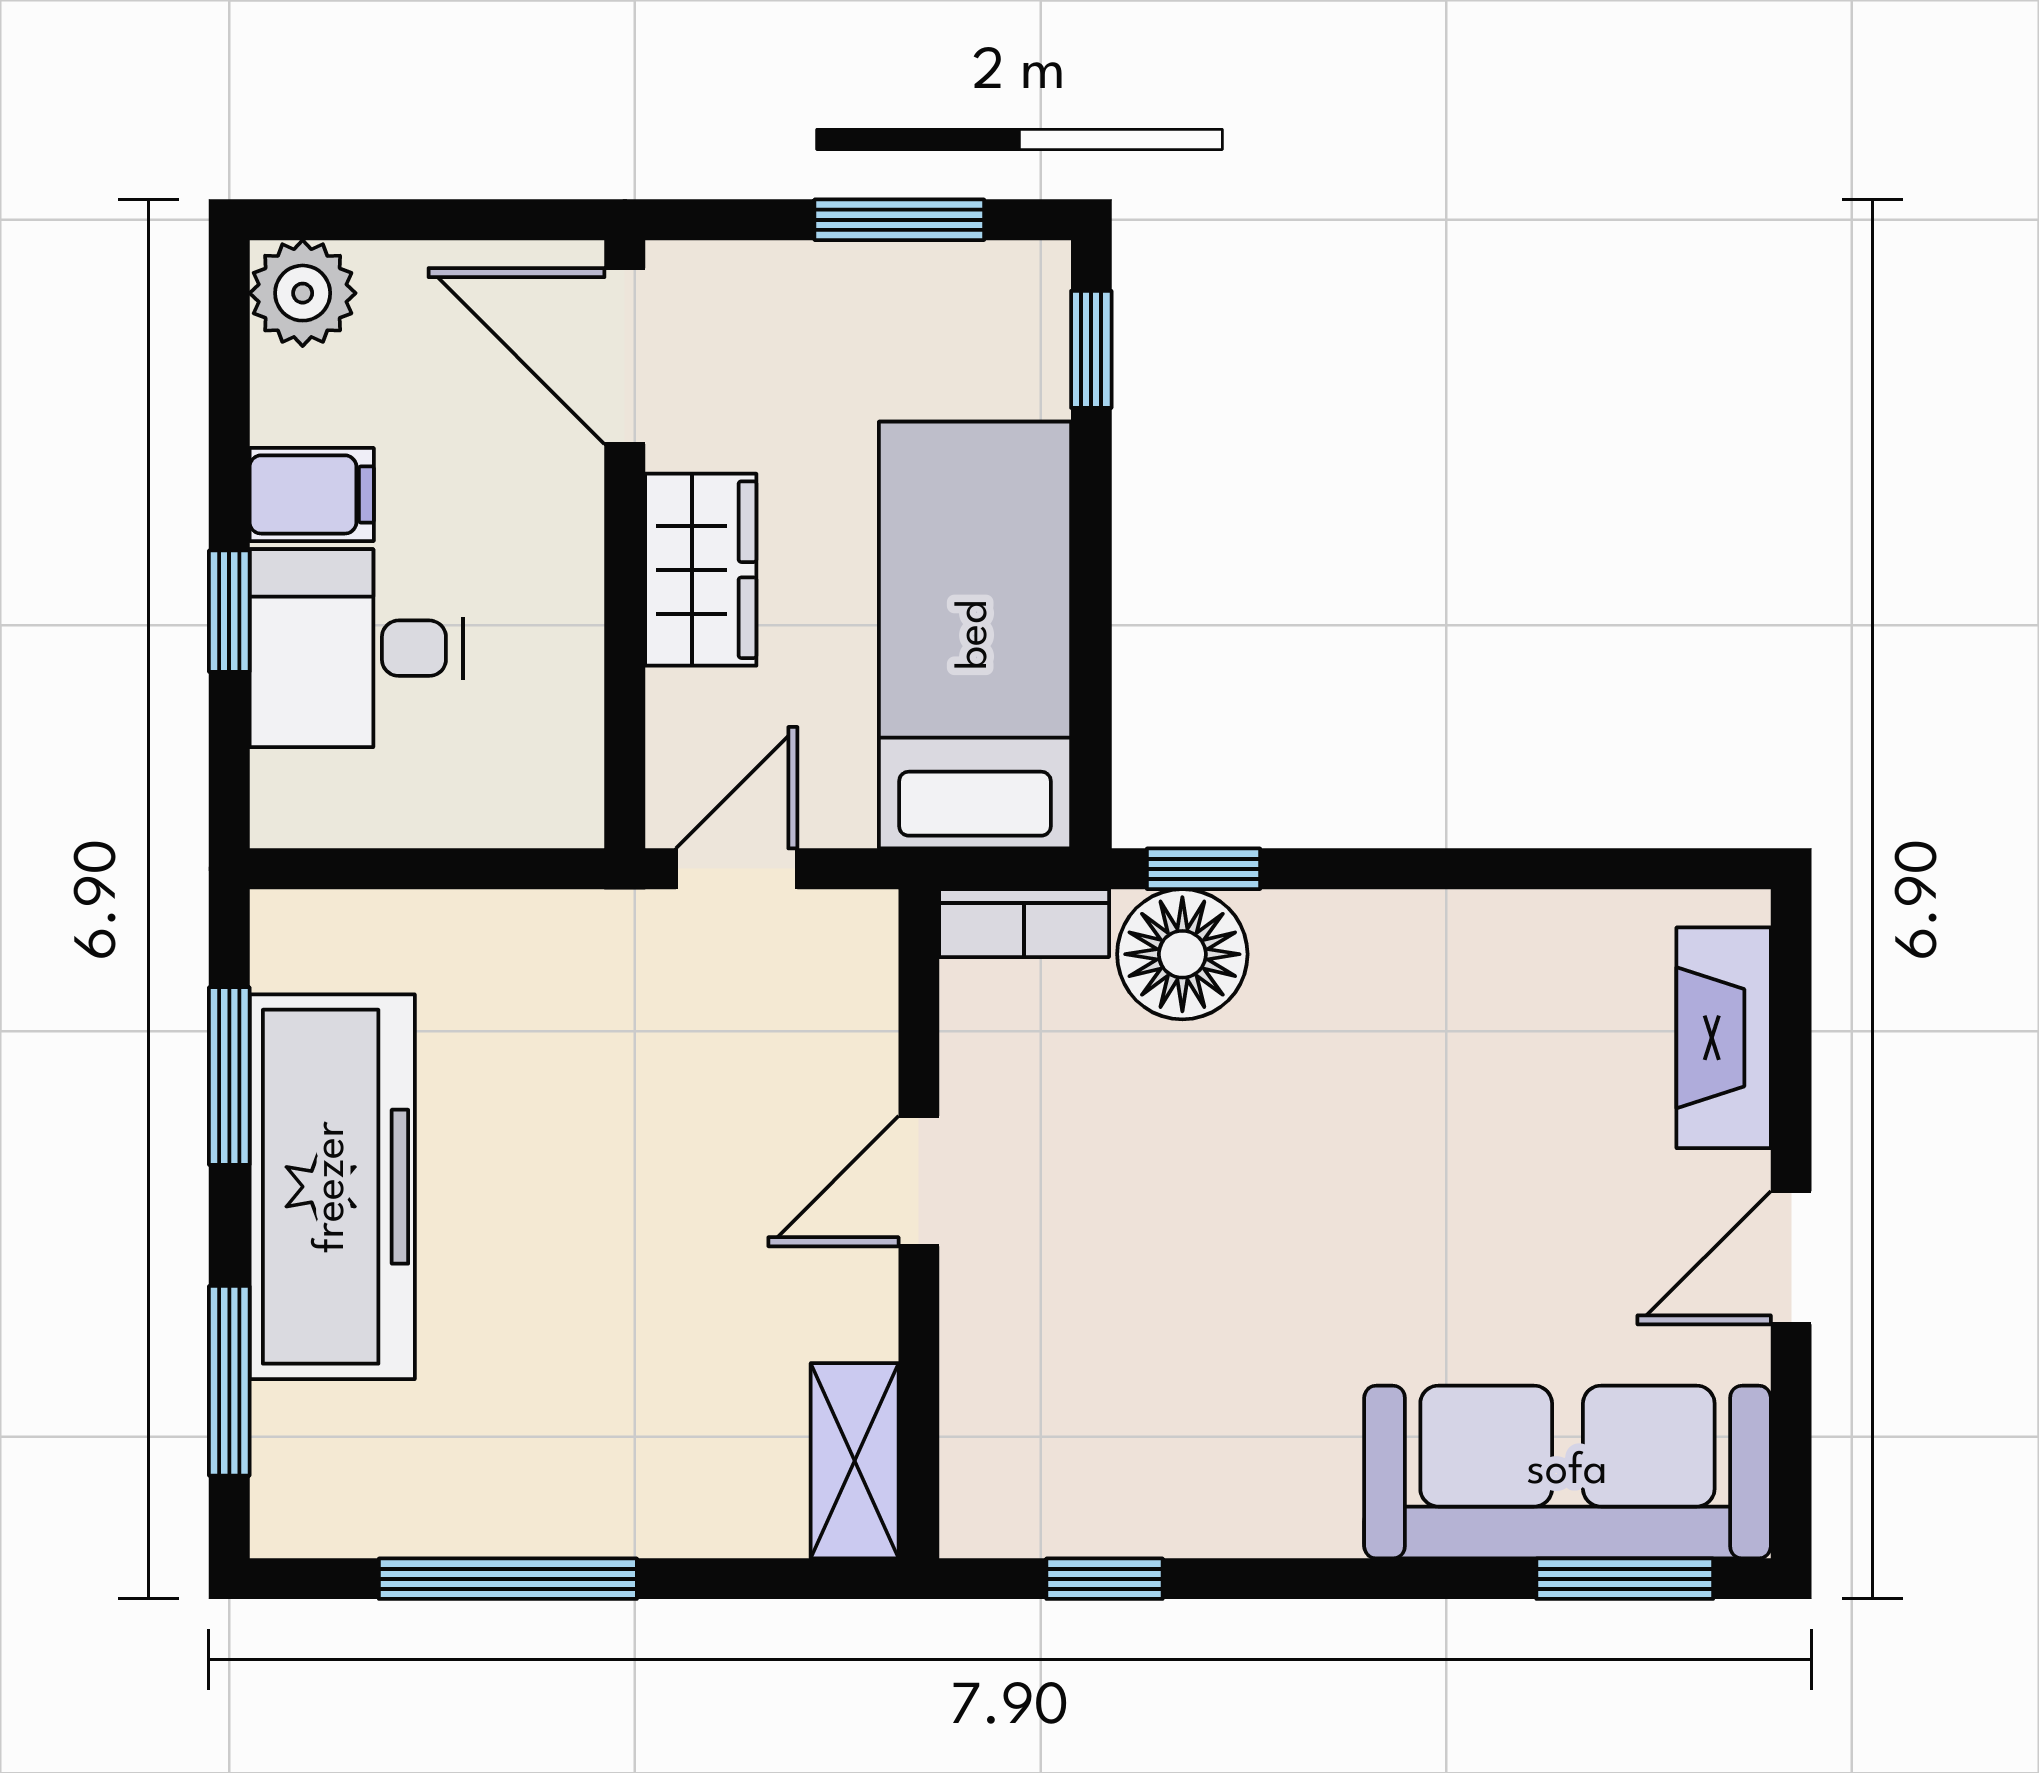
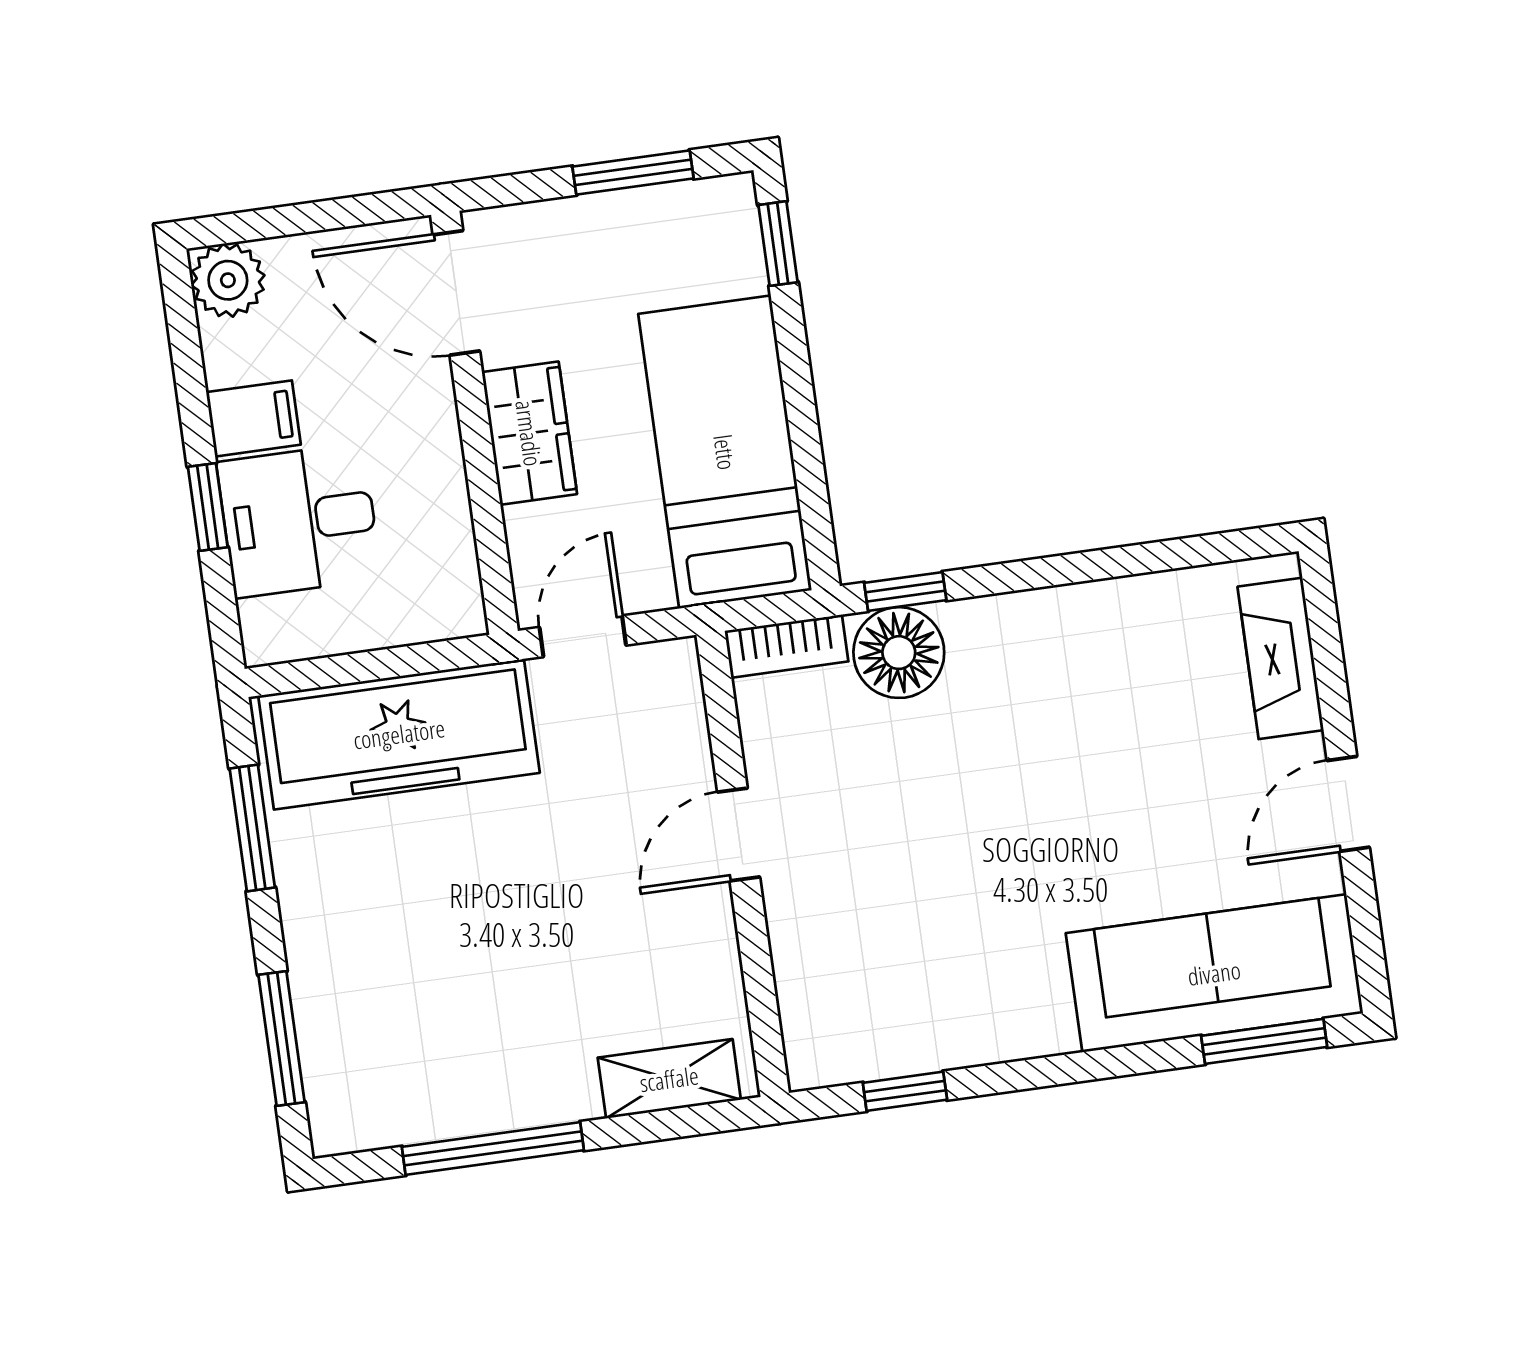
freezer: (332, 1187) -> (399, 734), moved, turned 90
shelving: (855, 1461) -> (669, 1079), moved, turned 90

